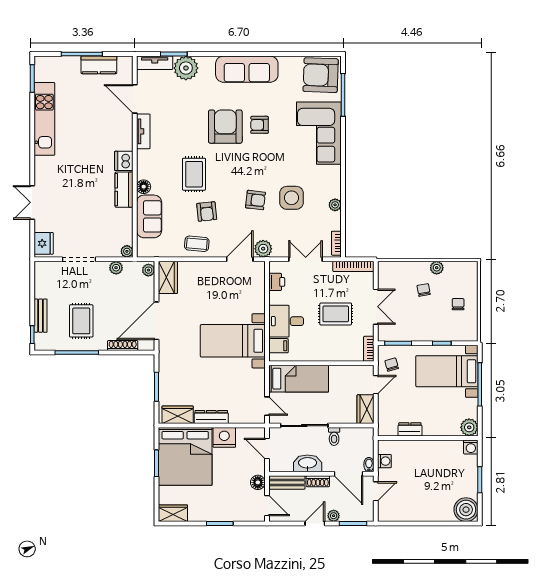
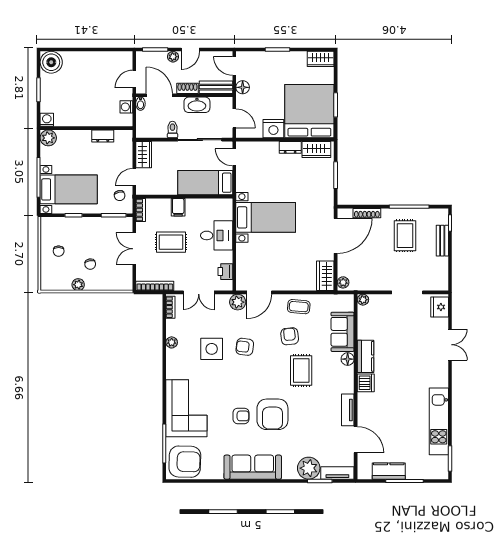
plant: (116, 268) -> (373, 285), removed
filing cabinet: (278, 346) -> (178, 207), moved, turned -90
dresser: (211, 417) -> (290, 147), width x0.70

